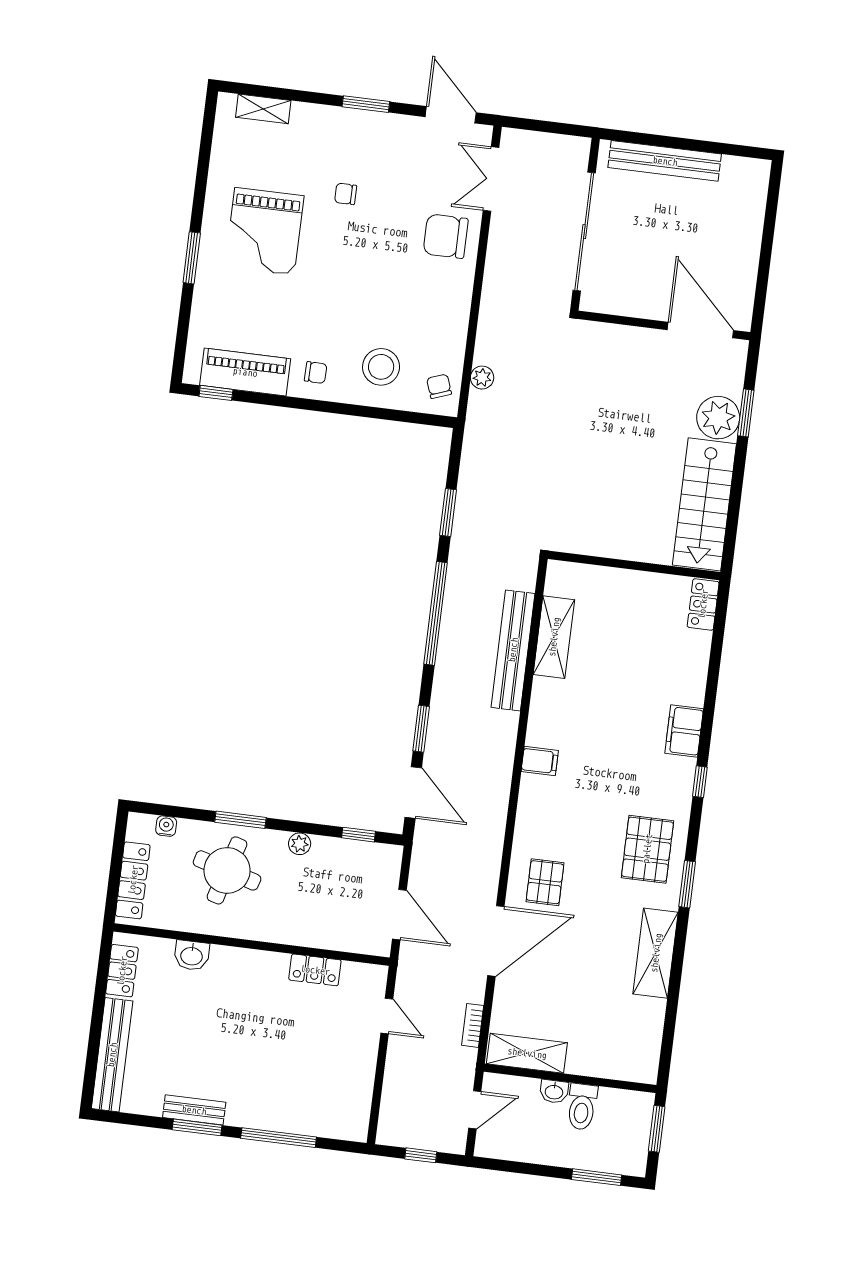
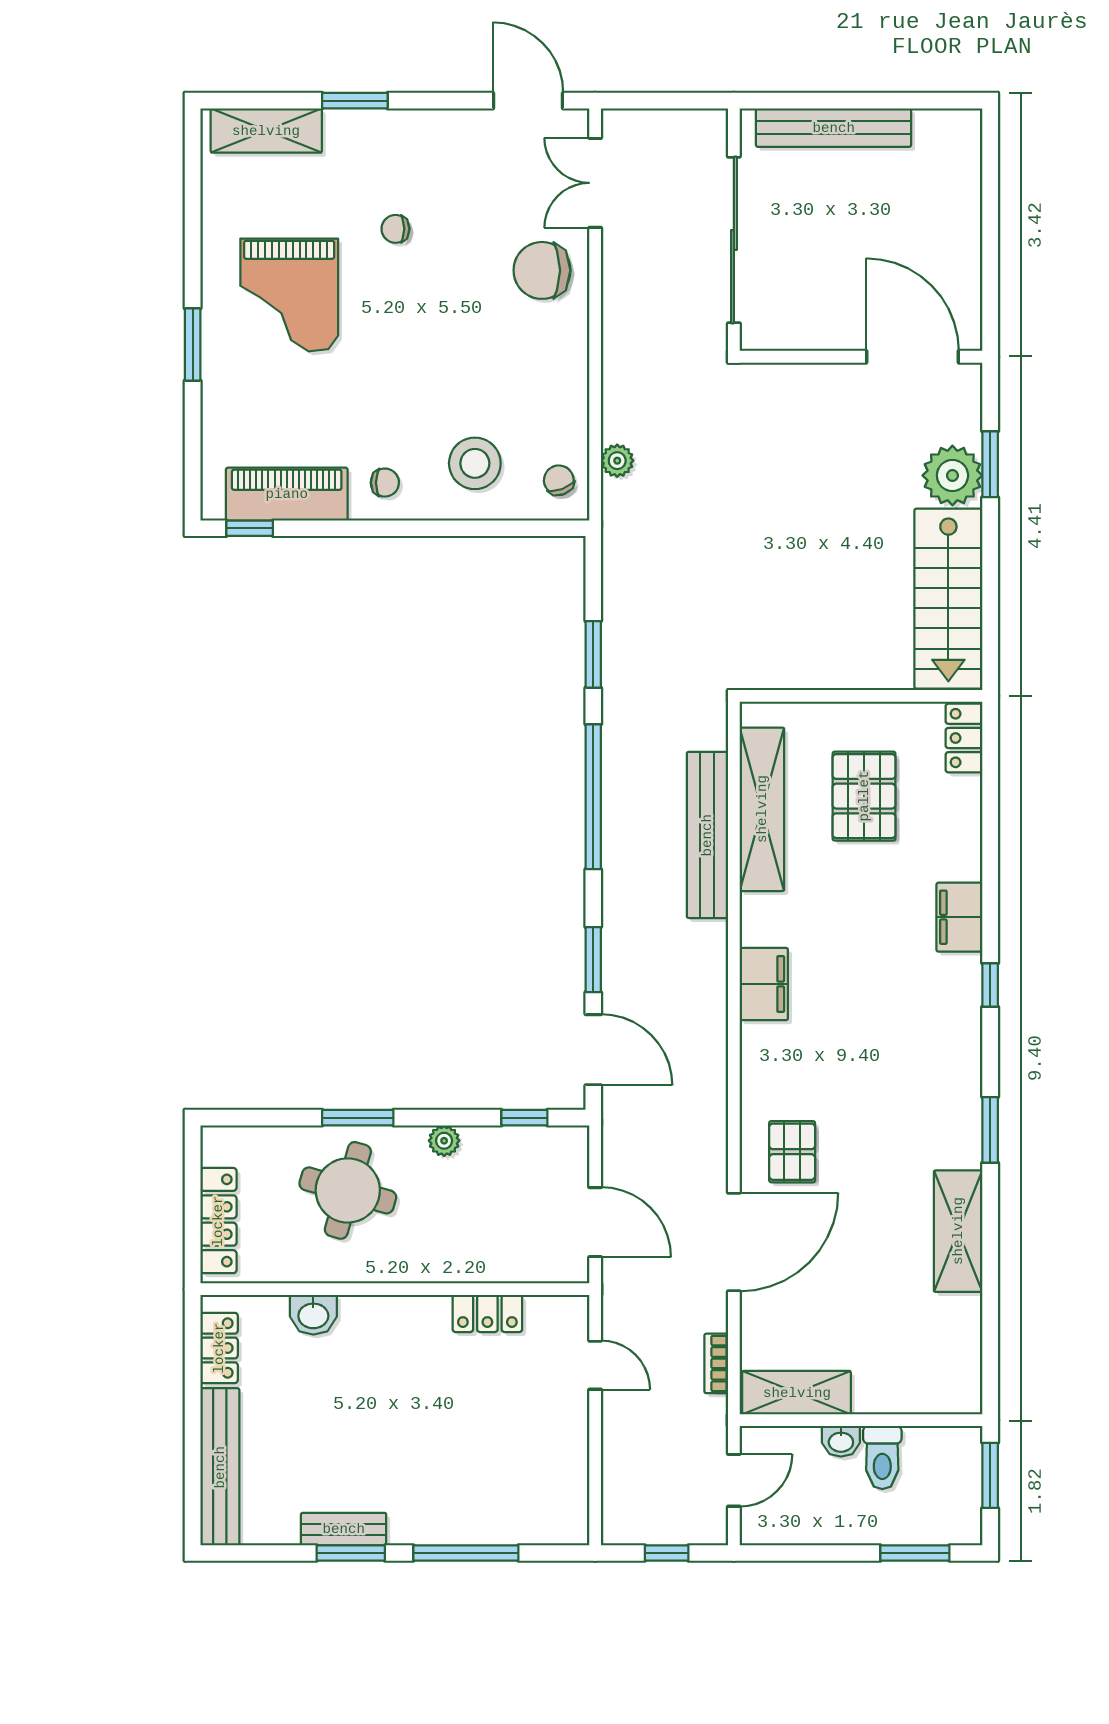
window: (366, 104) -> (355, 101), moved
shelving: (263, 109) -> (266, 131), width x1.50, depth x1.33
shelving: (554, 637) -> (762, 809), width x1.47
filing cabinet: (540, 761) -> (764, 984), width x2.00
water cooler: (166, 826) -> (255, 1139), removed
pallet: (647, 849) -> (864, 796), moved

